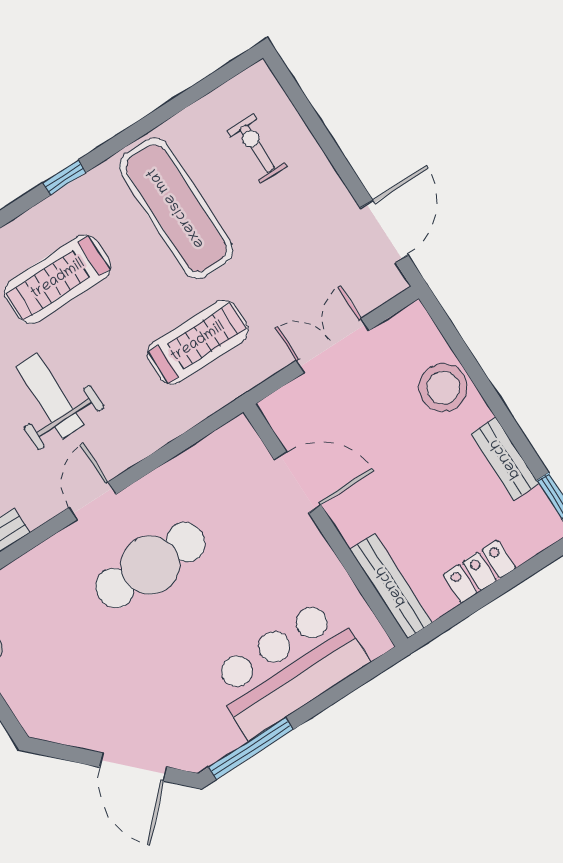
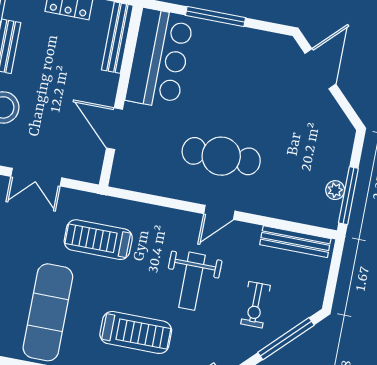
bar counter: (288, 668) -> (159, 59), moved, turned -90
window: (251, 749) -> (215, 16), moved

